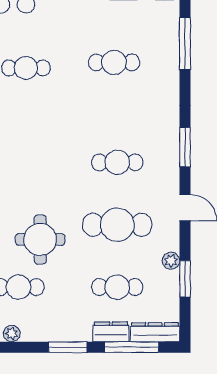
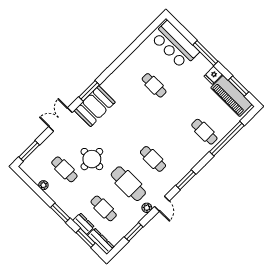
window: (185, 44) -> (227, 139), width x1.46
cafe table: (114, 62) -> (204, 132), moved
plant: (171, 261) -> (147, 208), moved
window: (132, 347) -> (86, 238), width x0.69

